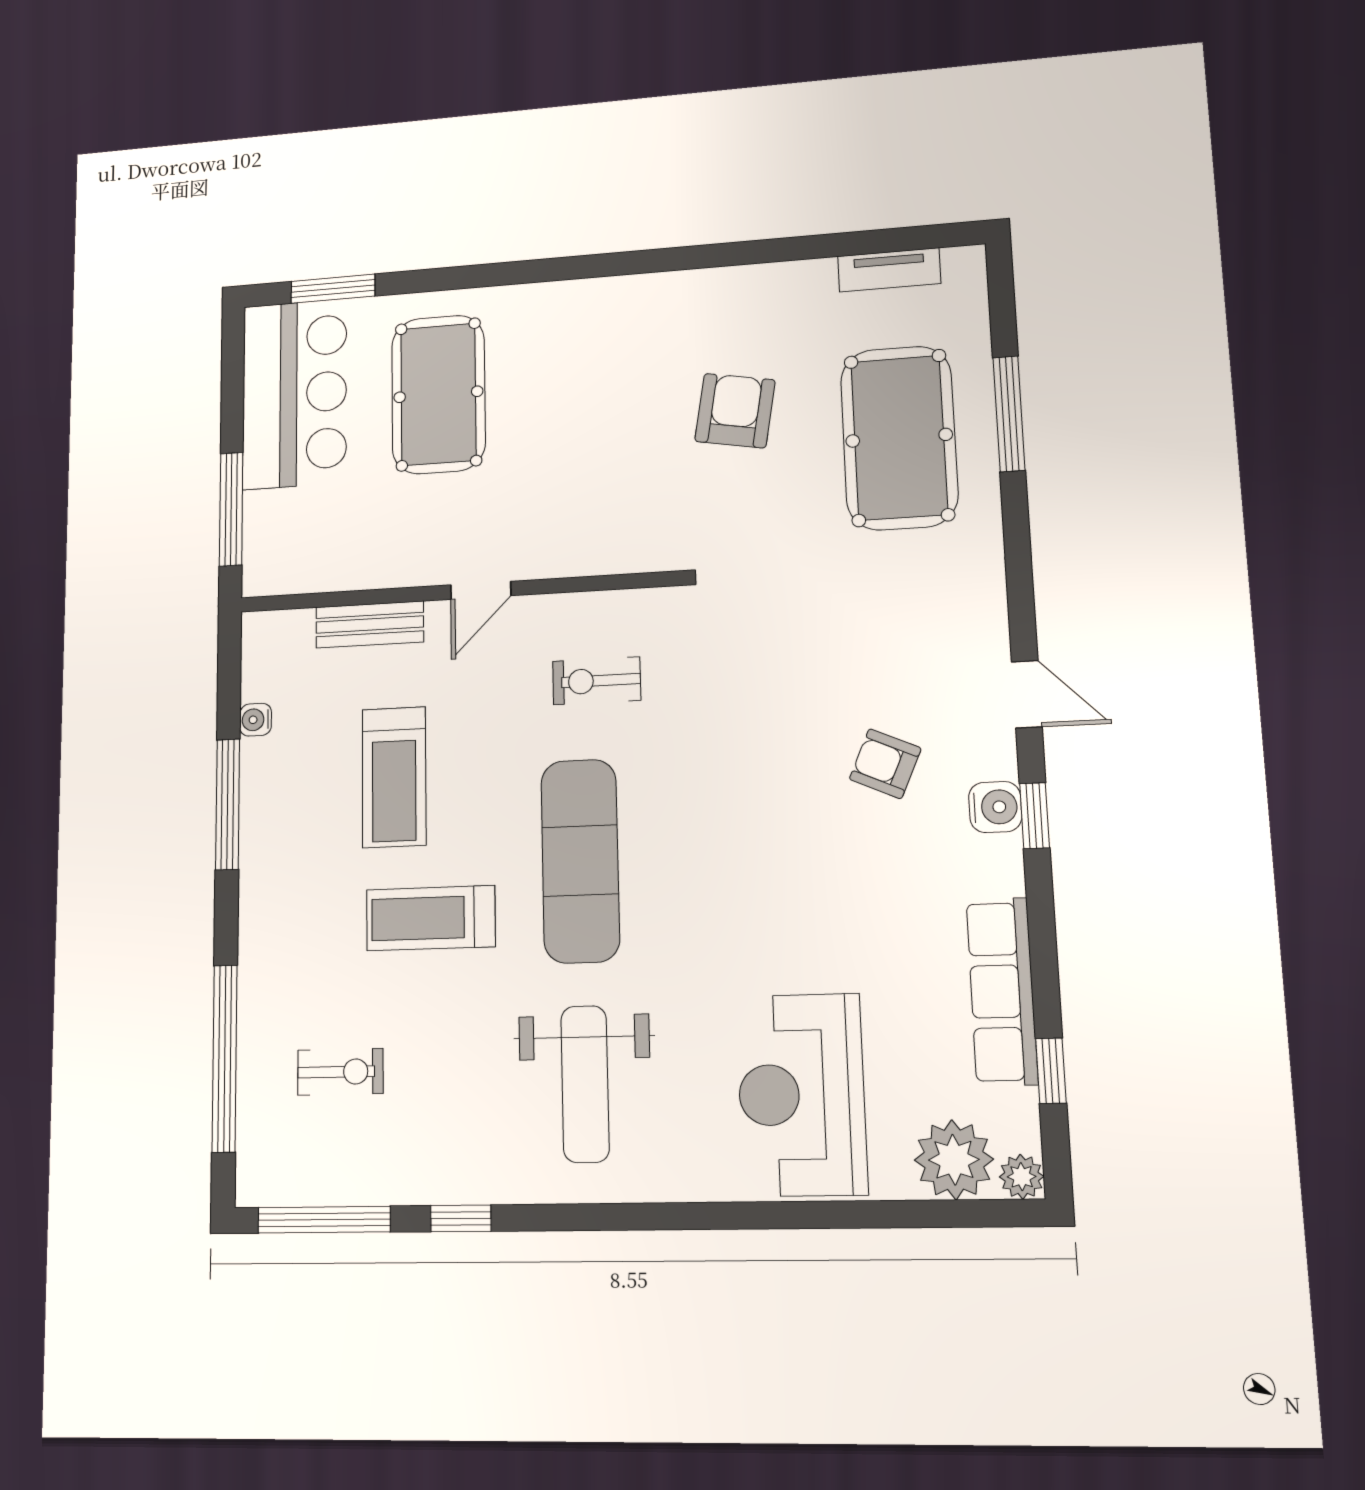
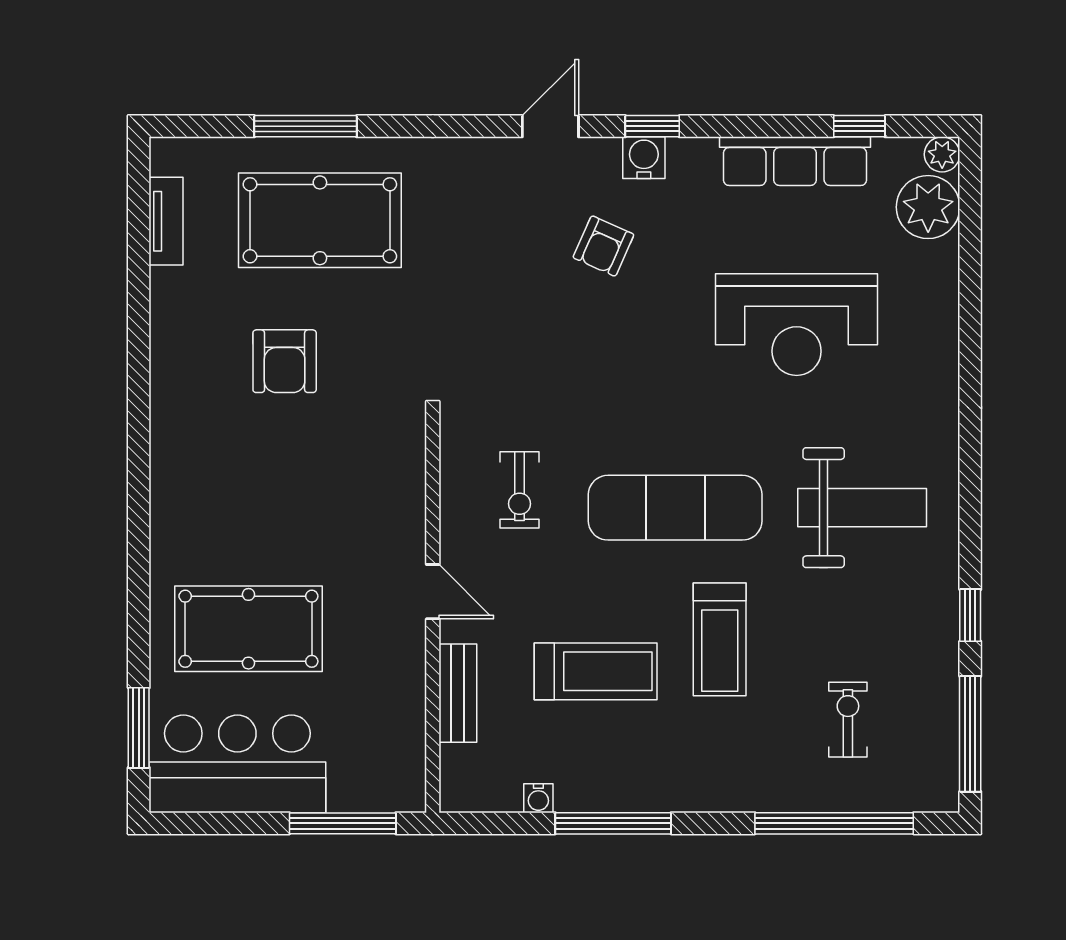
armchair: (735, 411) -> (285, 361), turned -100
reception desk: (801, 1095) -> (797, 325), moved

